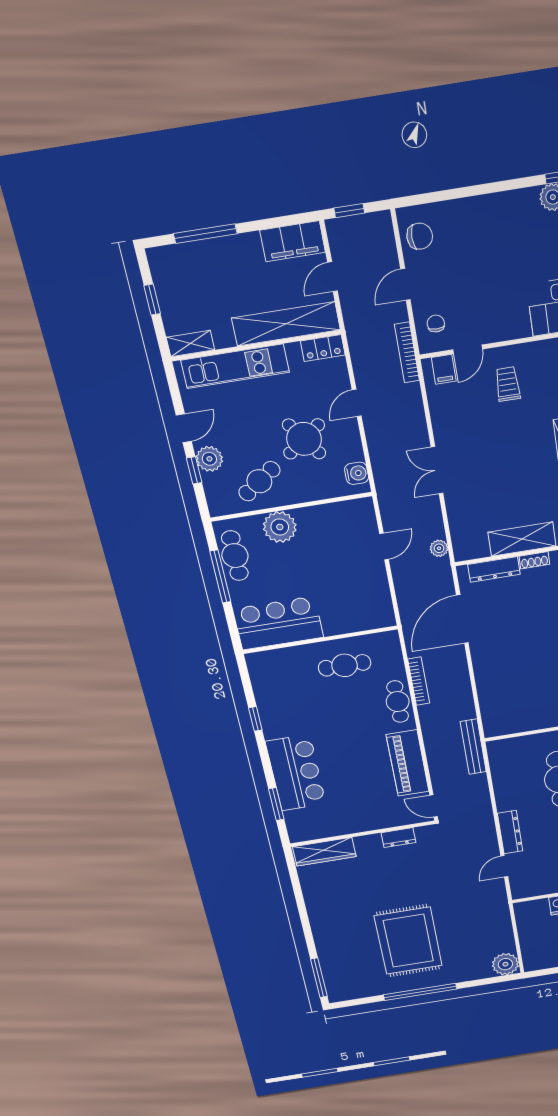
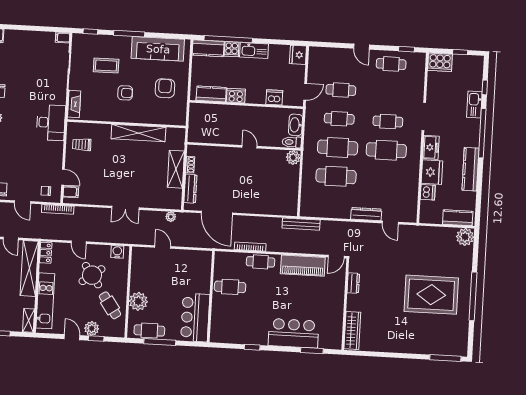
trolley: (508, 384) -> (82, 145), moved
cafe table: (345, 665) -> (230, 287), turned 90
kitchen counter: (532, 949) -> (458, 218), added

